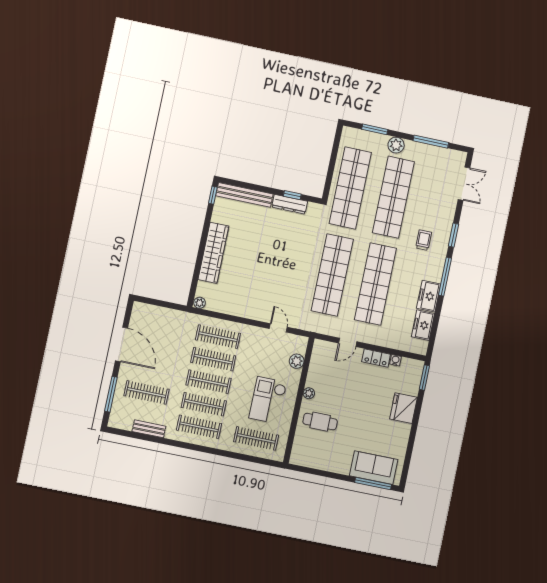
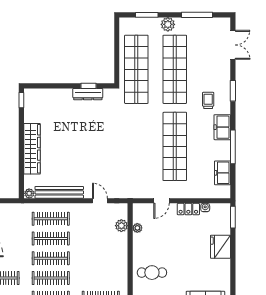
bench: (244, 195) -> (59, 192), moved
shop shelf: (332, 275) -> (136, 146), removed
window: (445, 277) -> (233, 147), moved
freezer: (429, 296) -> (222, 127), moved
plant: (309, 393) -> (137, 228), moved
checkout: (268, 400) -> (104, 263), removed

